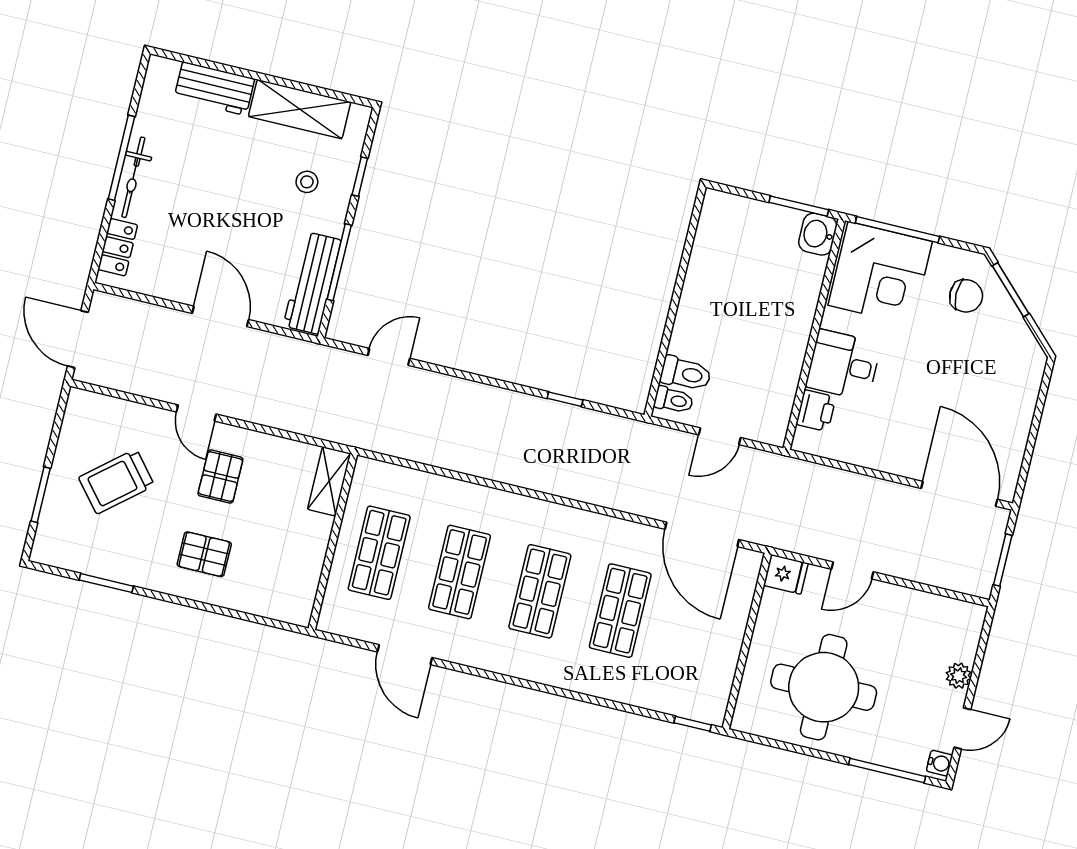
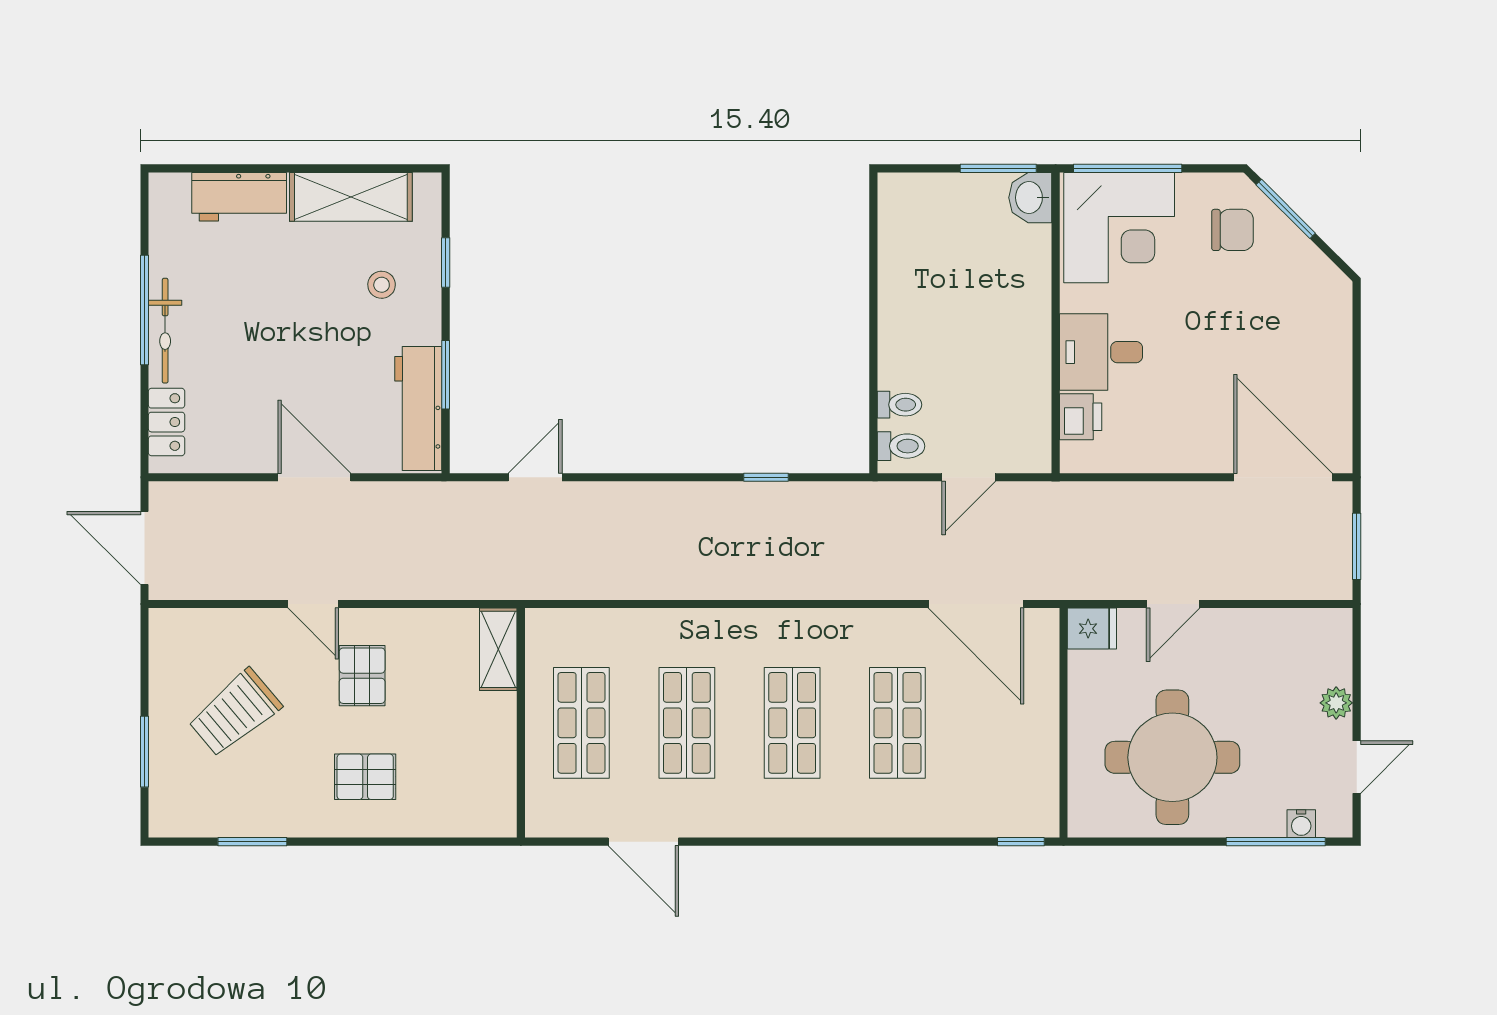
window: (339, 262) -> (446, 375), width x0.69
toilet: (686, 374) -> (899, 405), width x0.73, depth x0.72
water cooler: (939, 763) -> (1301, 824), moved, turned 90

